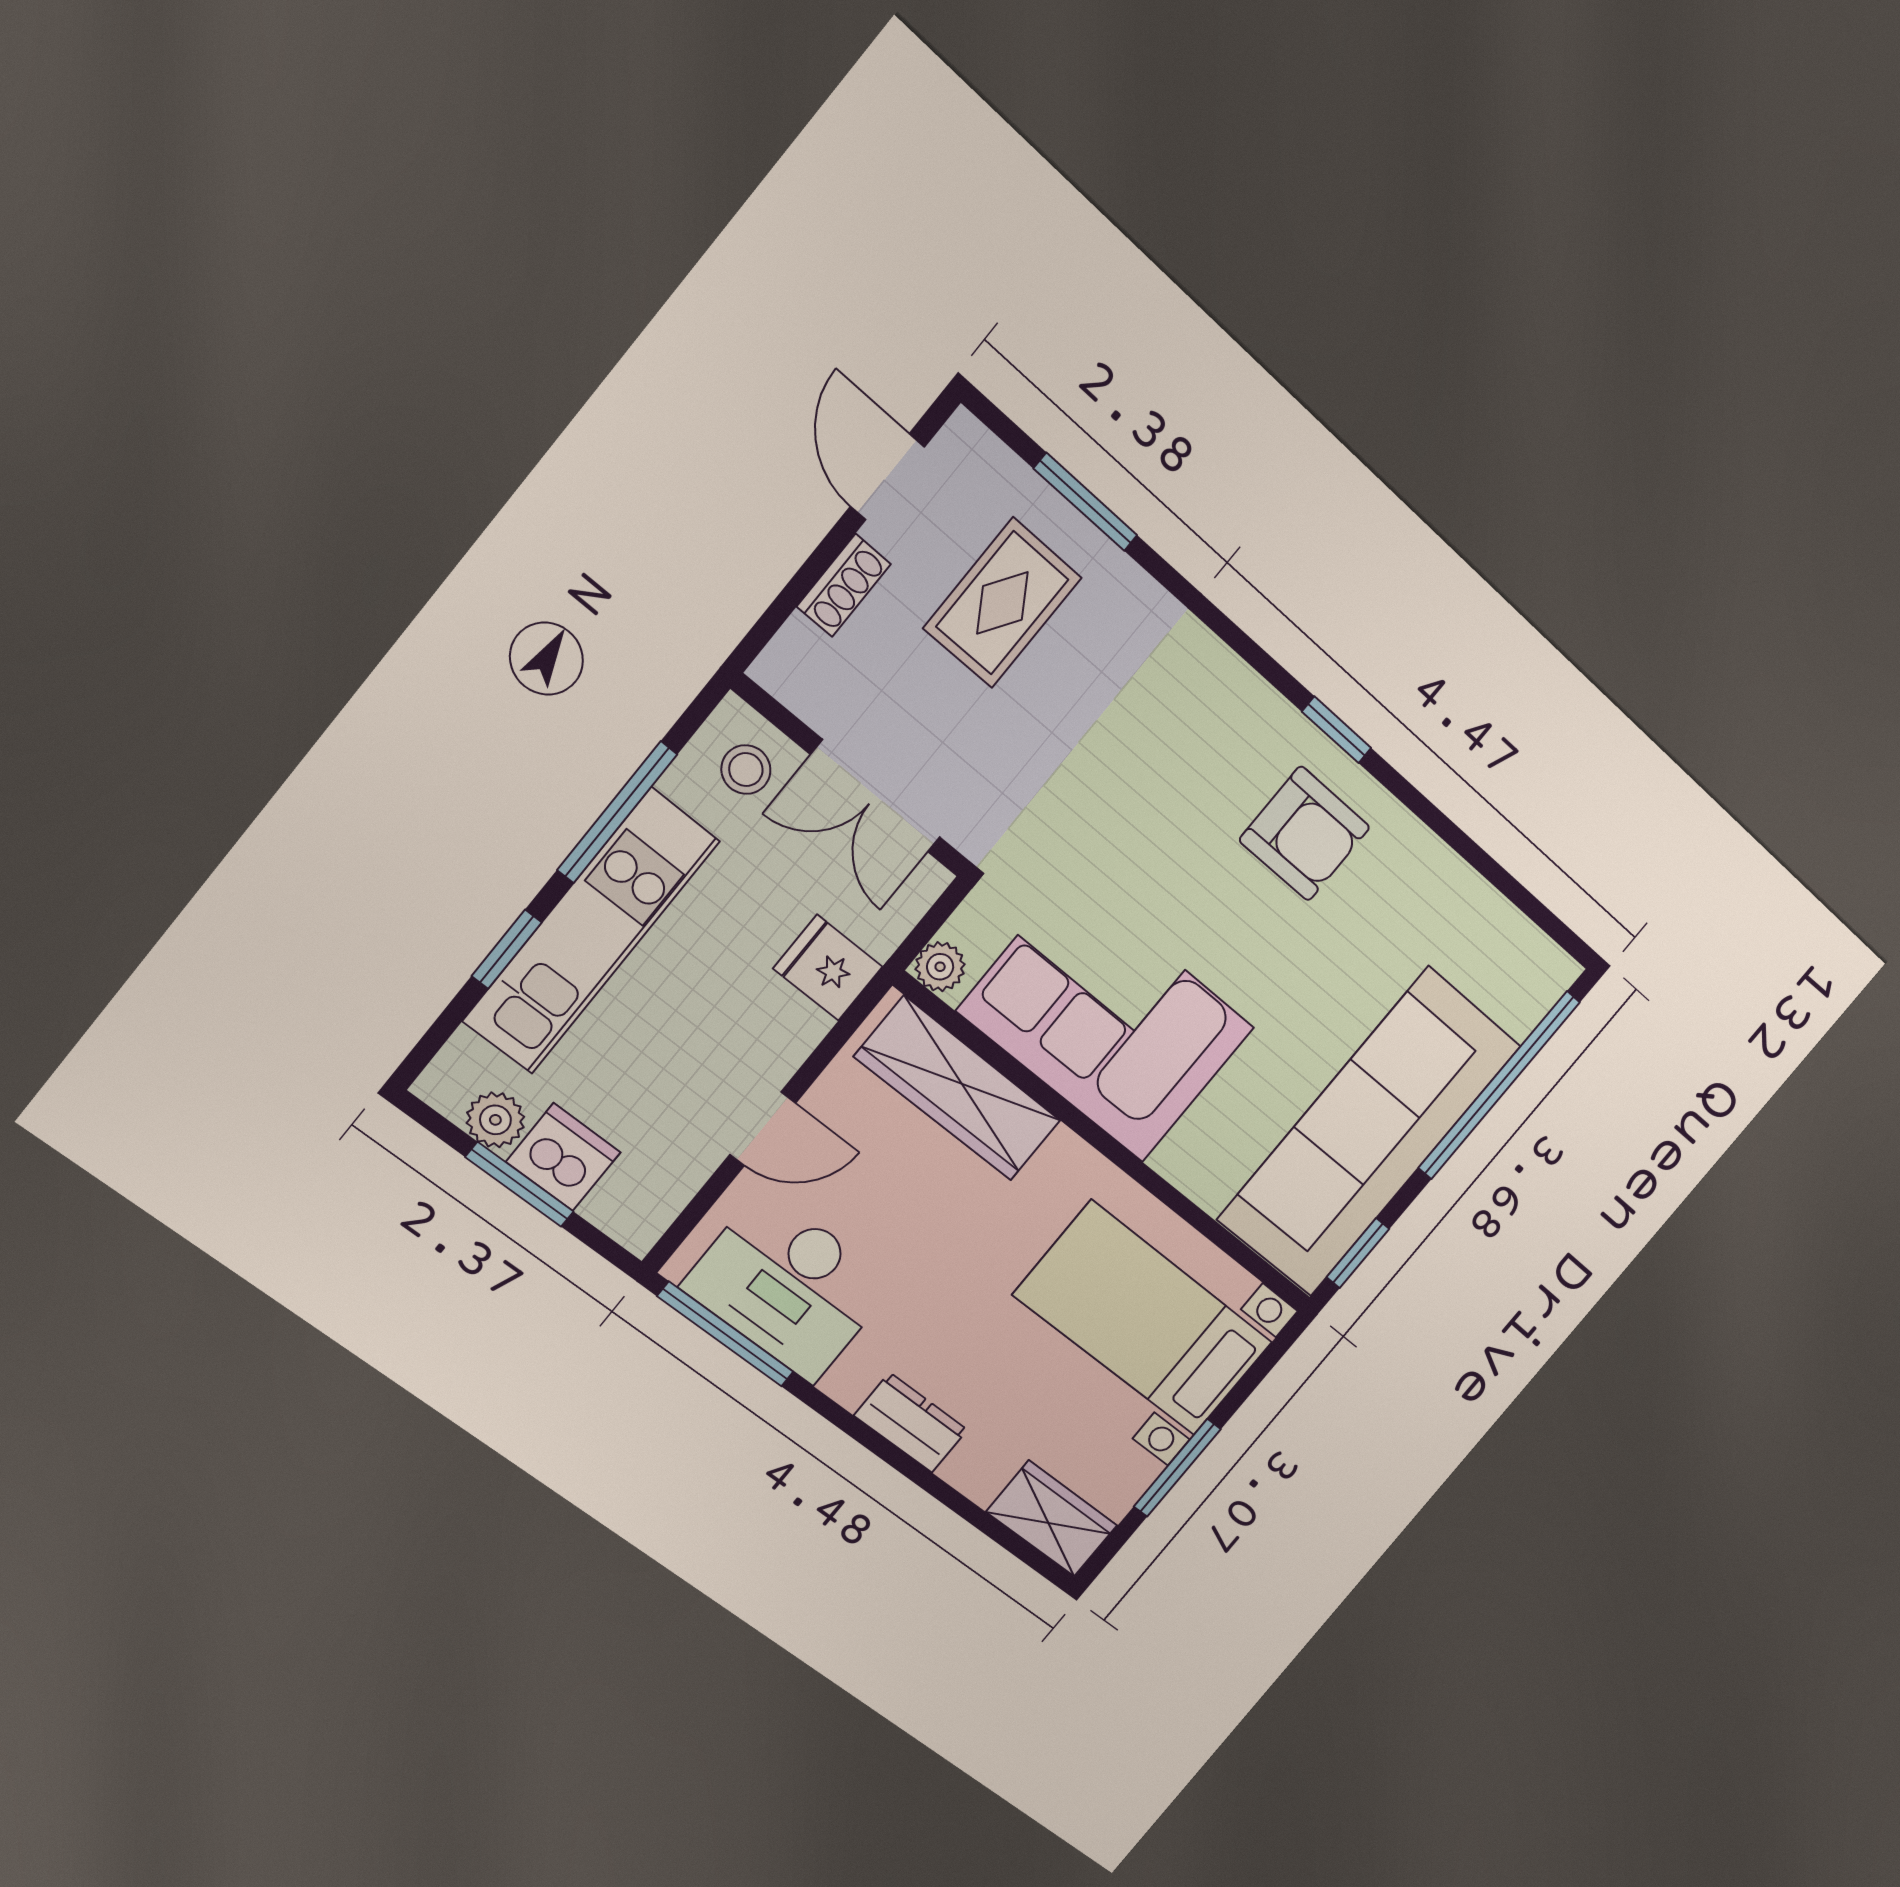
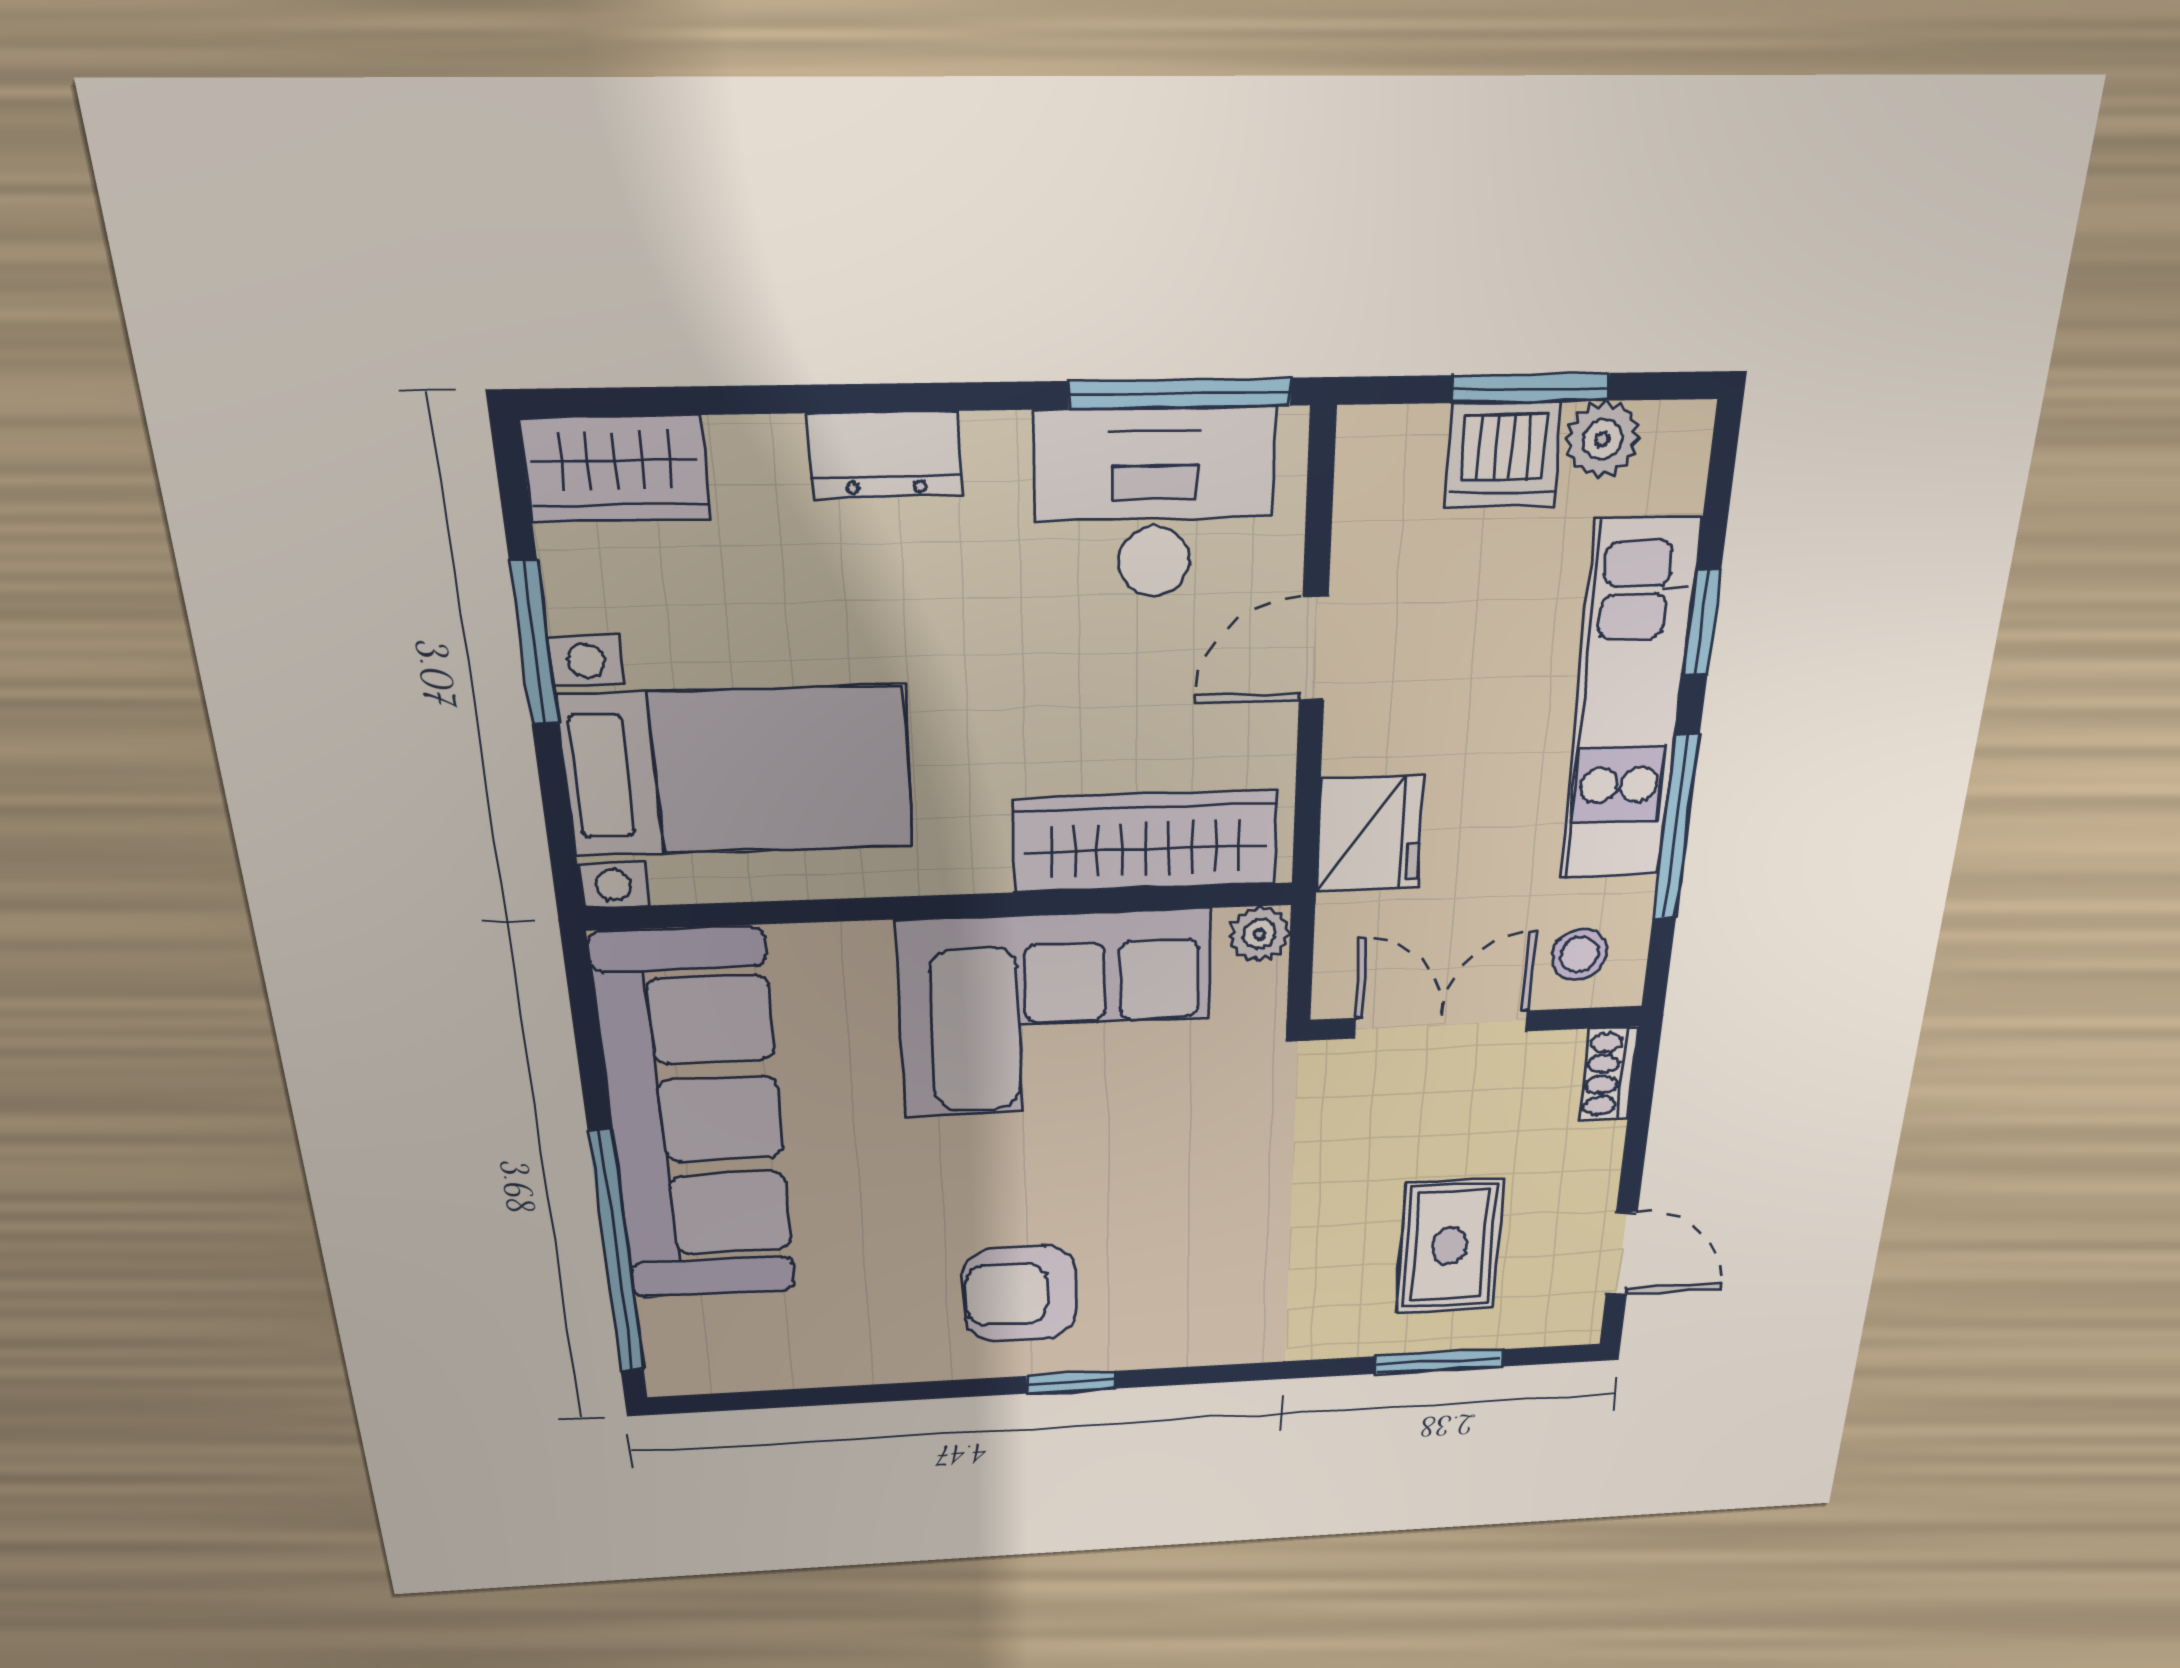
shoe rack: (844, 585) -> (1609, 1074), moved
fridge: (828, 968) -> (1370, 834), width x1.38
window: (1358, 1253) -> (584, 1010), removed

